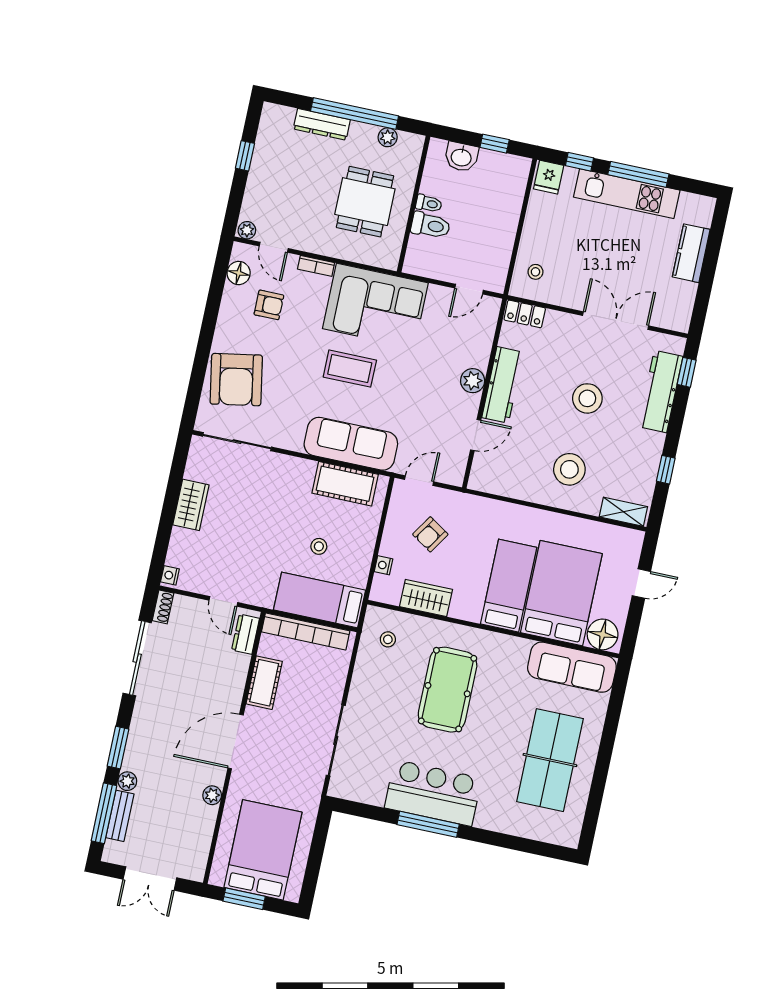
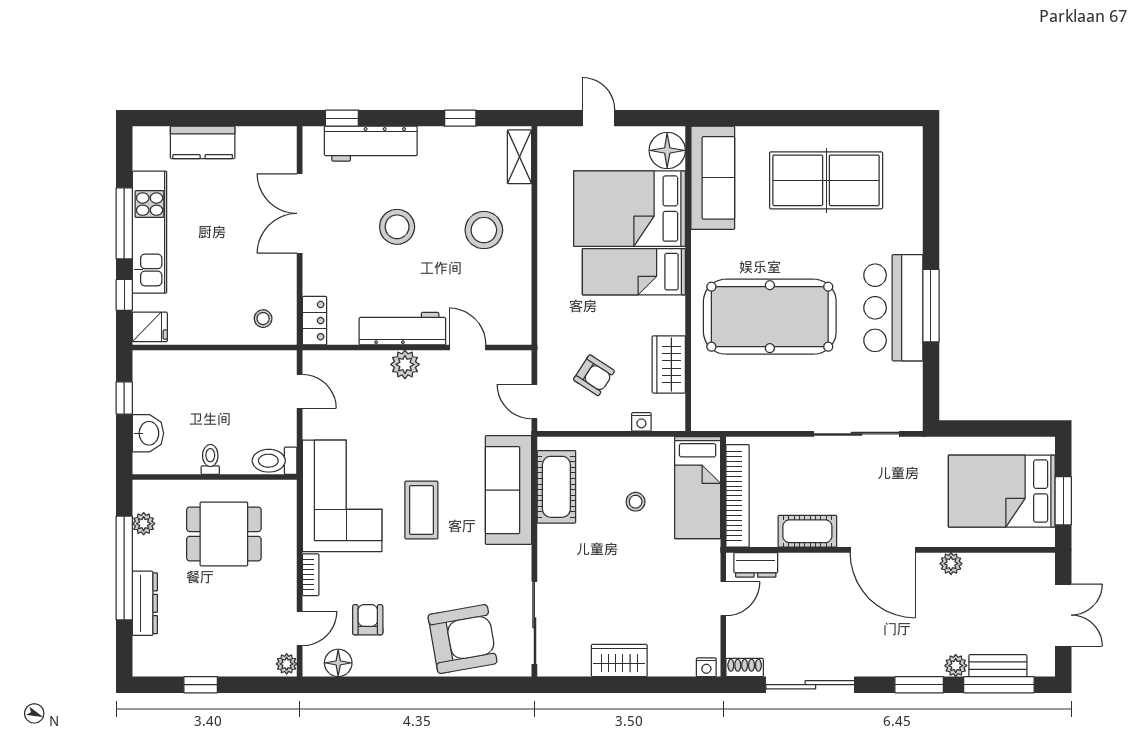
toilet: (431, 225) -> (275, 461), moved, turned -90
stool: (388, 639) -> (726, 398), removed
pool table: (448, 690) -> (770, 317), width x1.36, depth x1.32

